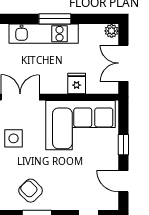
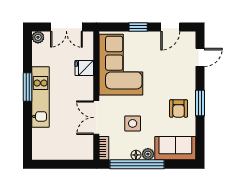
armchair: (31, 191) -> (179, 108), turned -45

